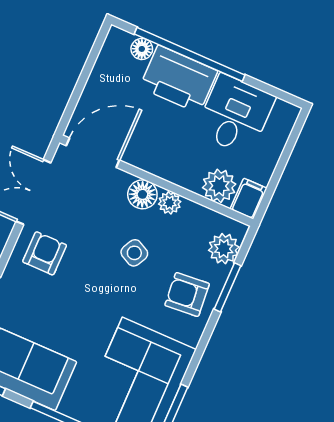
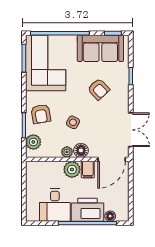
plant: (219, 186) -> (72, 169), moved
filing cabinet: (249, 199) -> (88, 170), moved
armchair: (45, 253) -> (99, 89), moved, turned -43
armchair: (187, 295) -> (41, 114), turned 85

